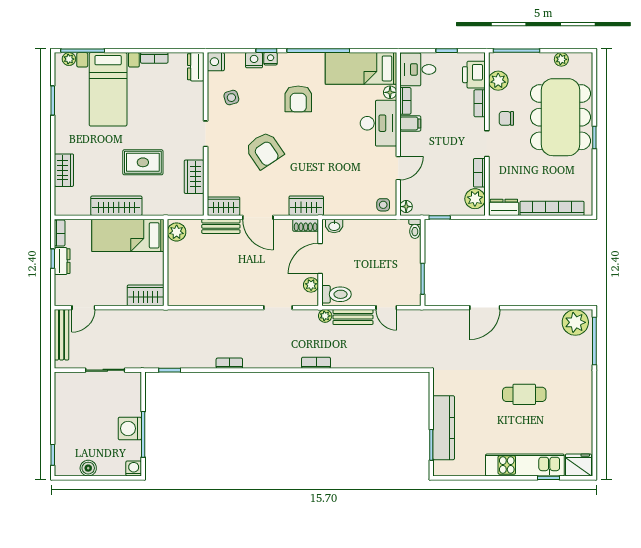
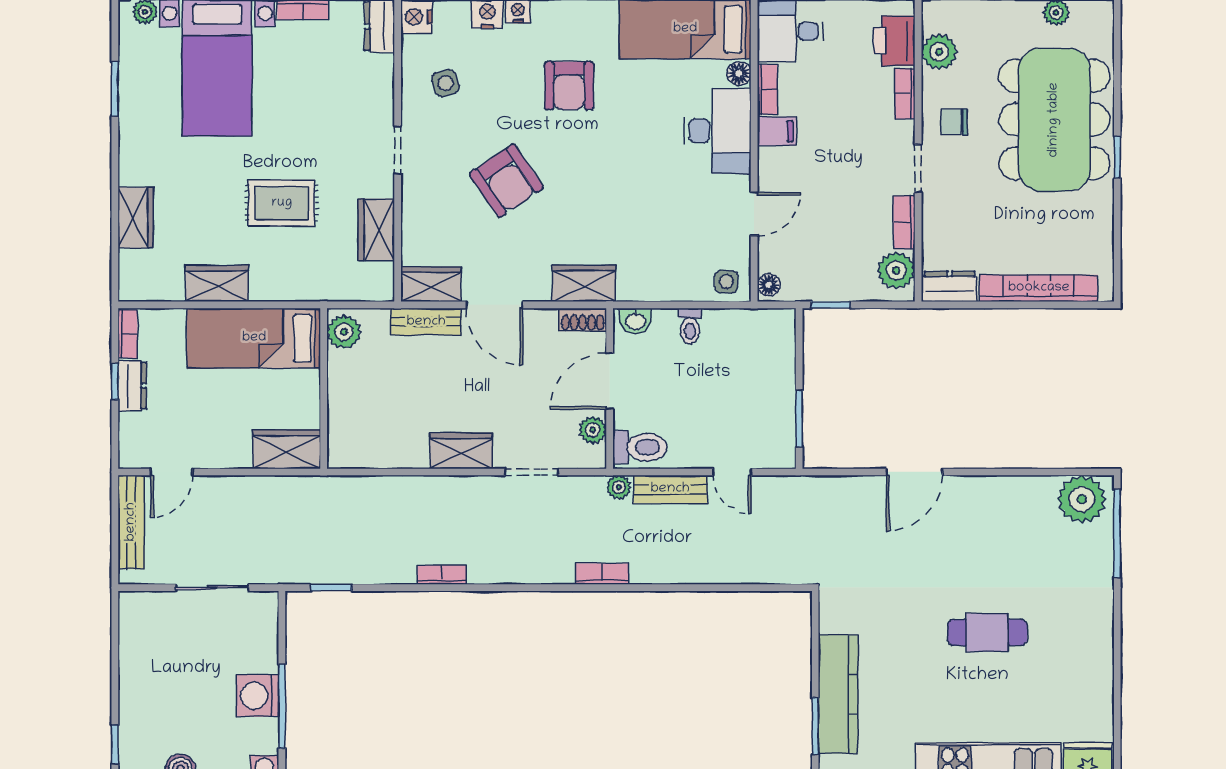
wardrobe: (116, 206) -> (217, 283), width x0.67
toilet: (415, 229) -> (690, 326), moved
wardrobe: (240, 296) -> (461, 451), added

